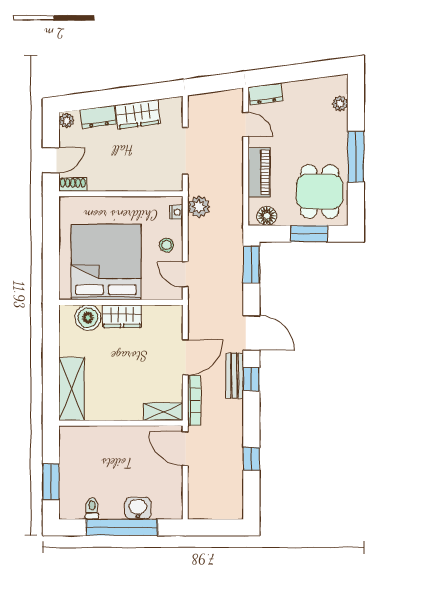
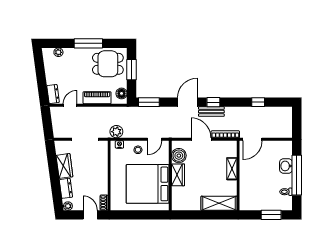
boiler: (88, 318) -> (179, 156), moved
shelving: (163, 412) -> (232, 169), moved

